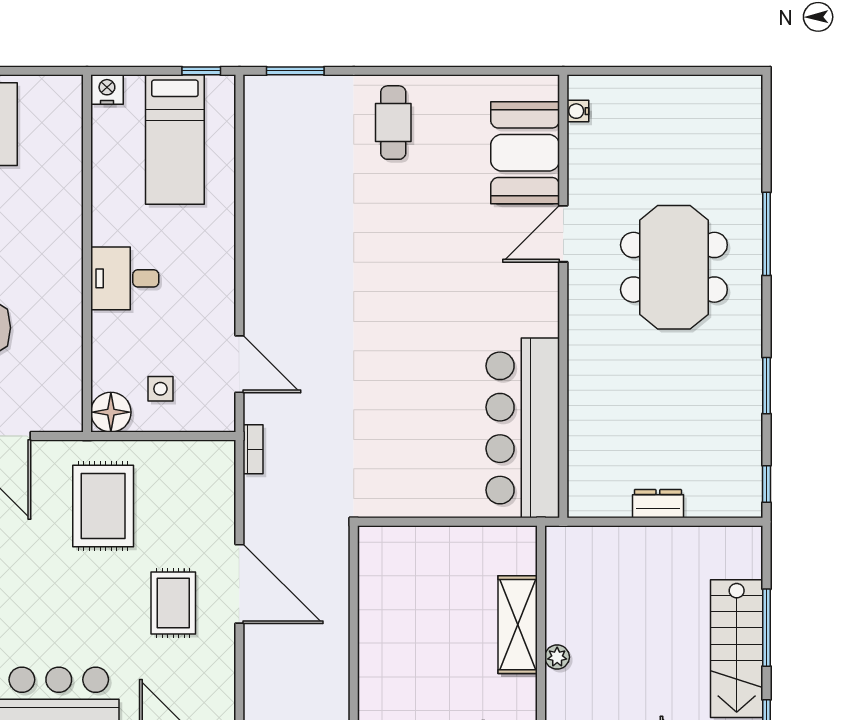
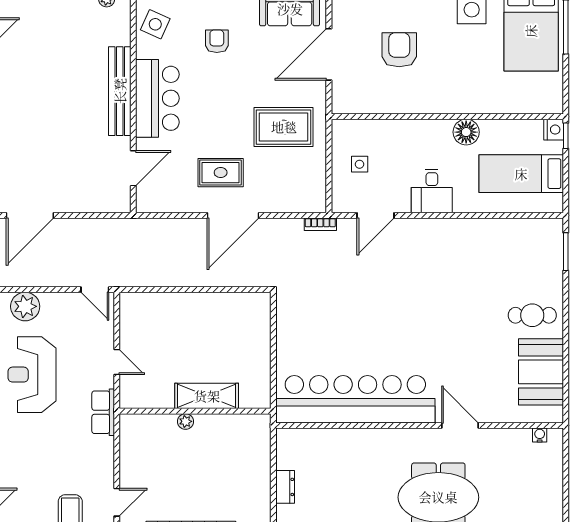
window: (201, 71) -> (566, 136), moved
booth: (525, 153) -> (541, 372), moved, turned 90
desk: (125, 278) -> (432, 191), moved, turned 180
floor lamp: (111, 412) -> (466, 132), moved
bar counter: (523, 428) -> (355, 399), width x1.36

